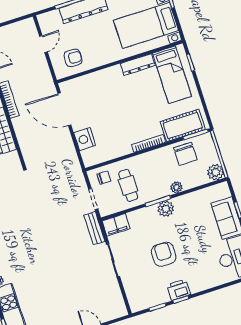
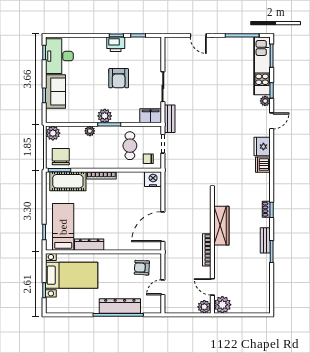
door: (64, 109) -> (163, 227), swing flipped
nightstand: (85, 139) -> (153, 179), moved, turned -90
chair: (185, 154) -> (61, 157), moved

